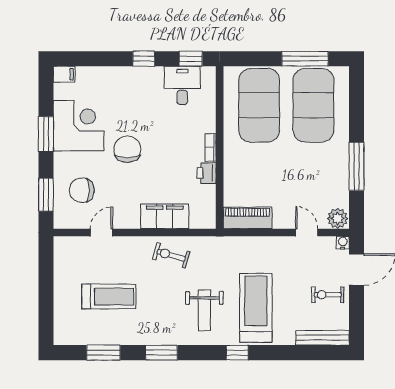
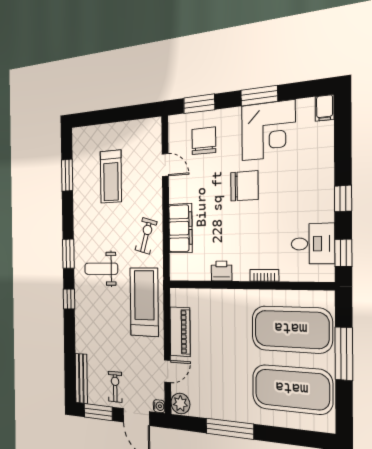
window: (305, 59) -> (344, 354), moved
bookcase: (210, 147) -> (264, 275), moved
piano: (248, 218) -> (180, 332), moved
treadmill: (256, 308) -> (144, 302), moved, turned -90
window: (357, 316) -> (98, 412), added
window: (161, 353) -> (68, 254), moved

